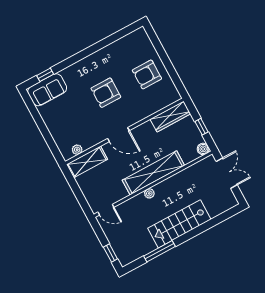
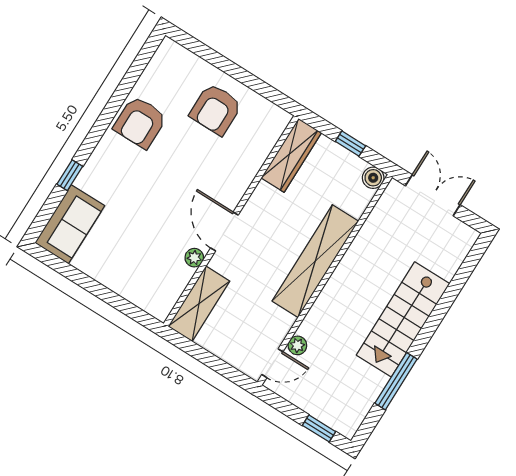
window: (45, 75) -> (70, 175), moved
armchair: (106, 93) -> (140, 122), moved
door: (118, 135) -> (224, 232), swing flipped
plant: (77, 150) -> (194, 258), moved
plant: (149, 193) -> (297, 345), moved

